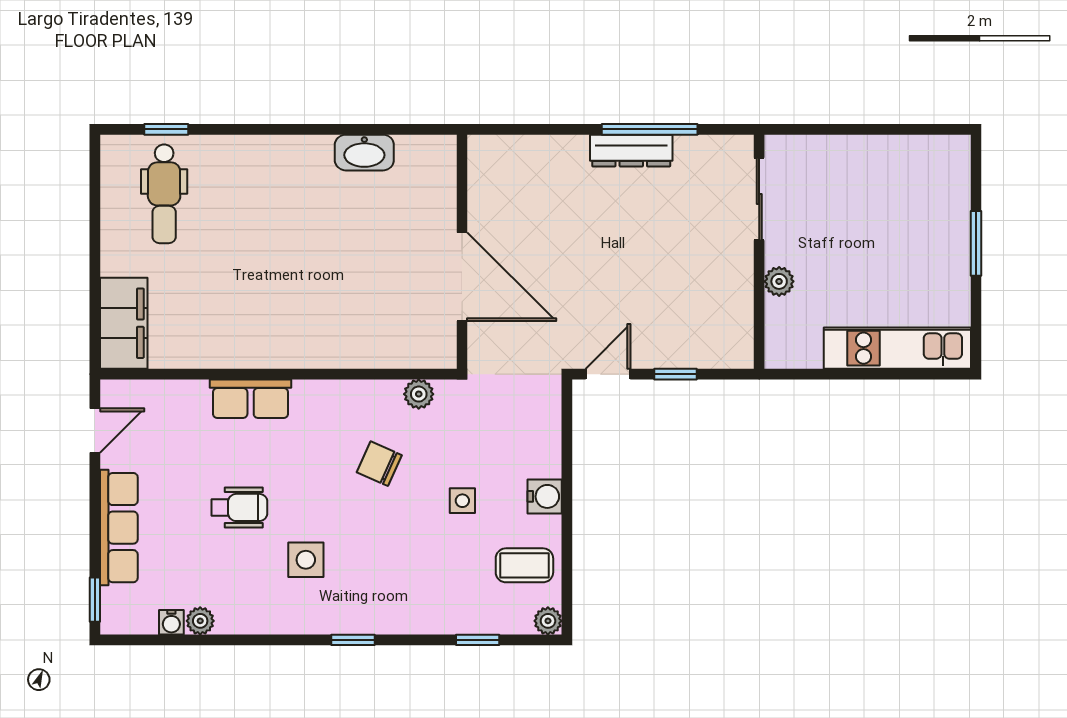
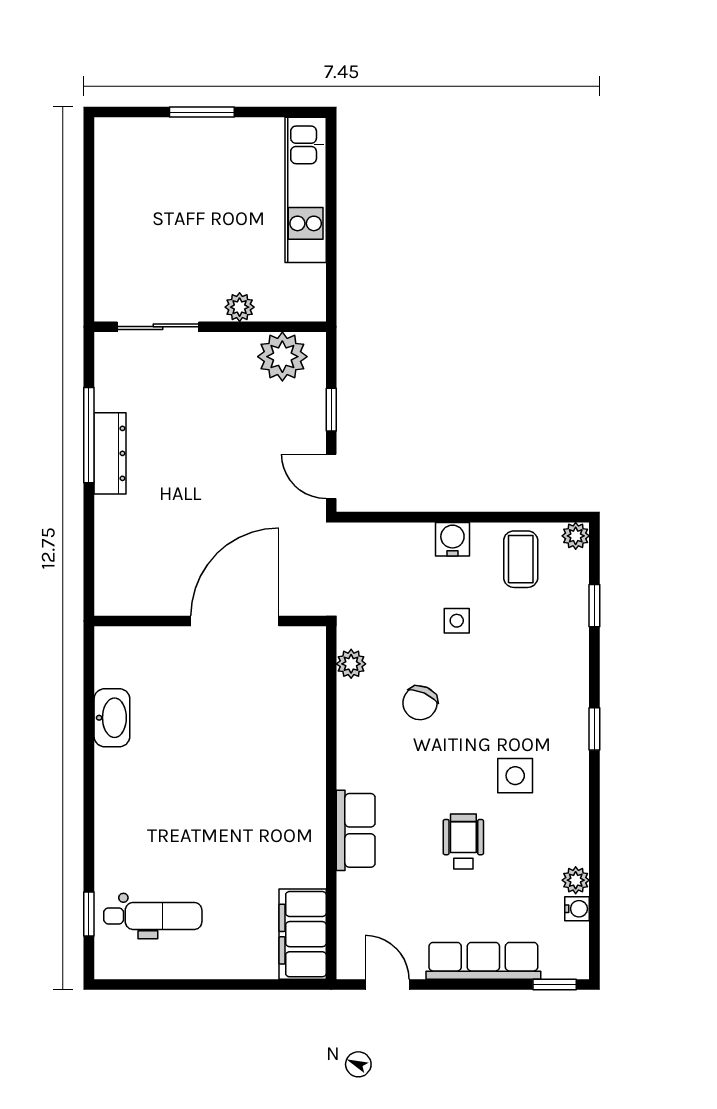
filing cabinet: (124, 323) -> (303, 934), moved, turned -90
plant: (729, 325) -> (282, 357), added

